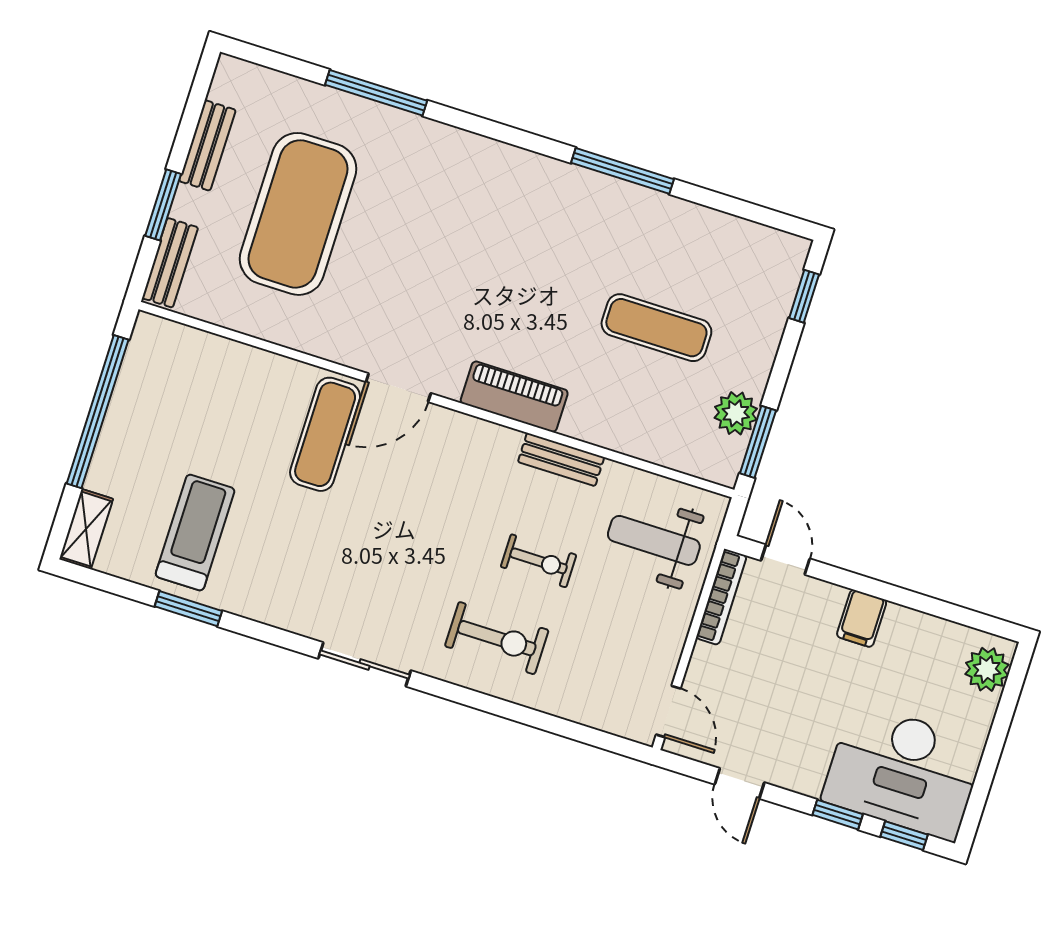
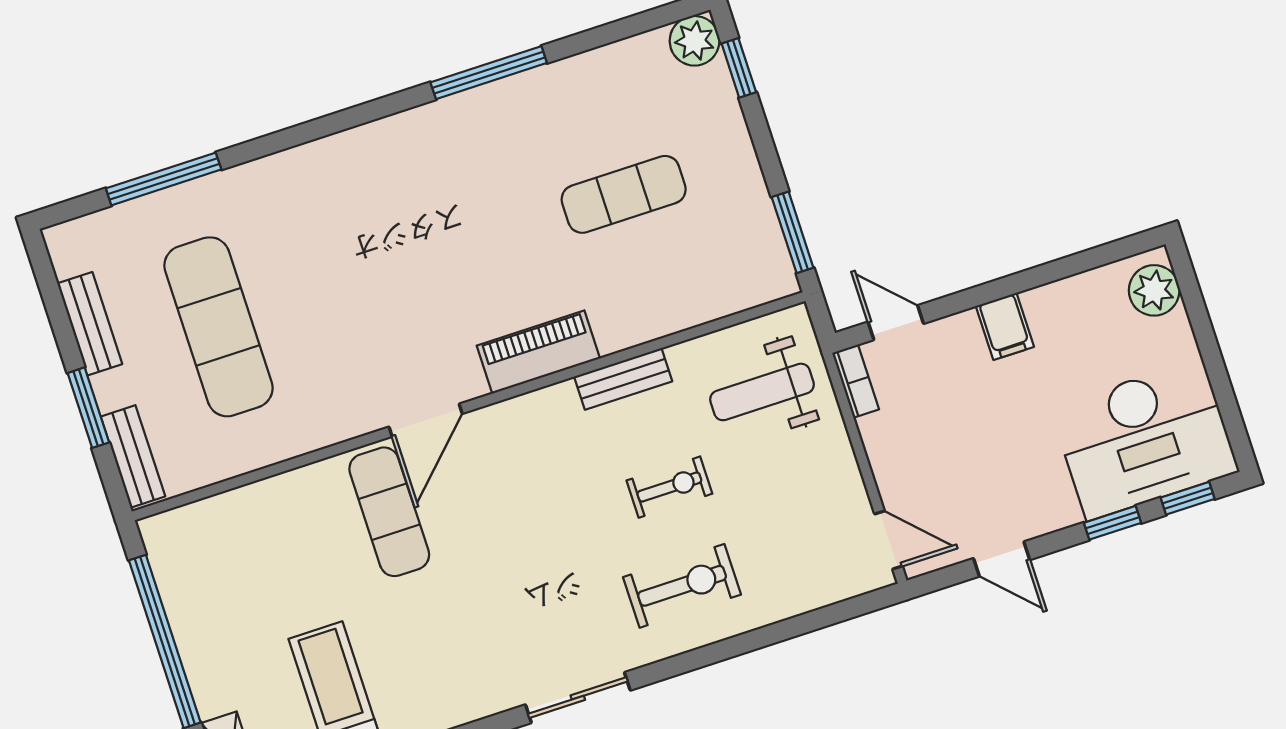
window: (376, 93) -> (164, 179), moved
exercise mat: (298, 214) -> (218, 327), width x0.68
plant: (736, 413) -> (695, 41), moved
bookcase: (721, 597) -> (856, 381), width x0.64

